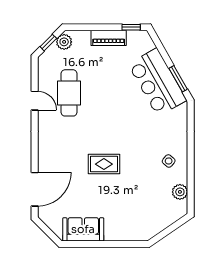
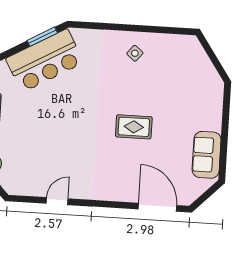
cafe table: (69, 93) -> (51, 161), removed
rug: (104, 164) -> (134, 127), turned 90
plant: (180, 192) -> (171, 43), removed

